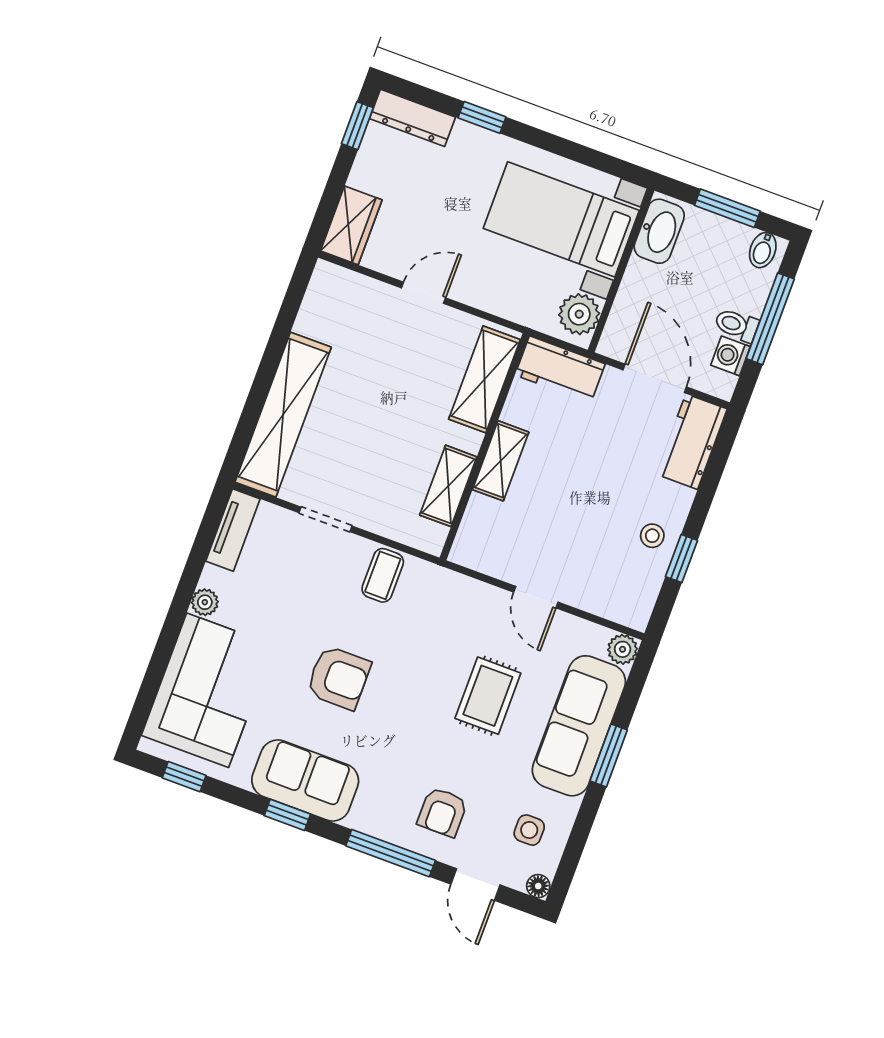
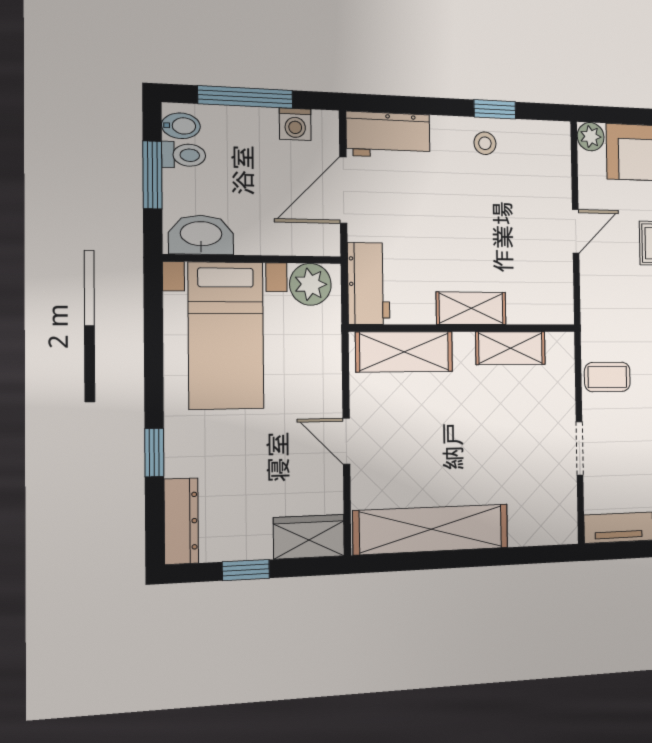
window: (357, 126) -> (246, 570), moved
toilet: (736, 325) -> (184, 155), moved, turned -90
shelving: (283, 415) -> (431, 529), moved

